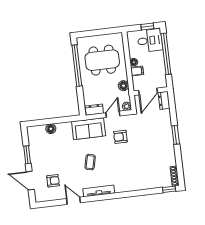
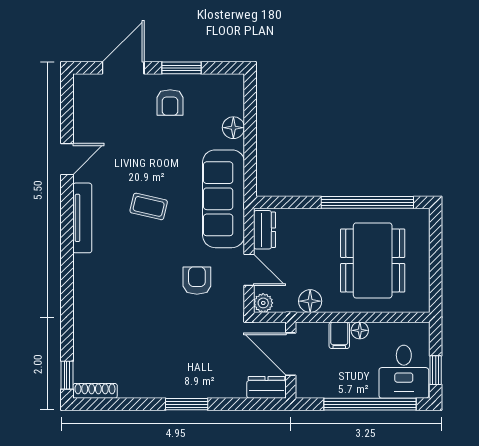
sofa: (89, 129) -> (224, 199), width x1.36
armchair: (53, 181) -> (170, 103), moved

